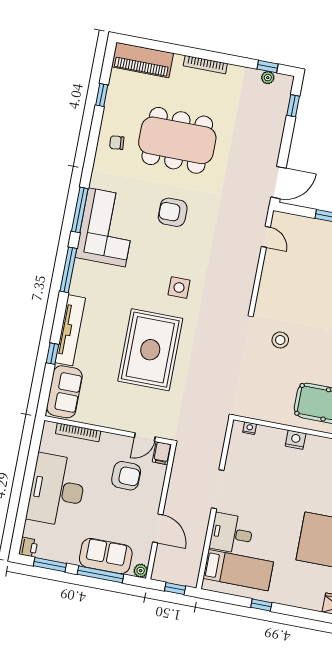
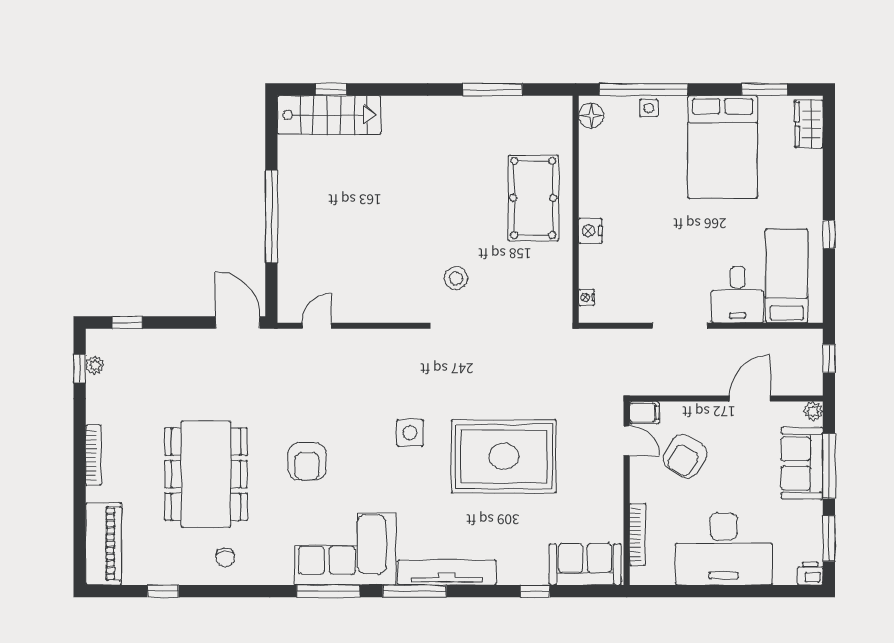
tv unit: (70, 330) -> (447, 572), moved
armchair: (126, 476) -> (685, 456), turned -151

